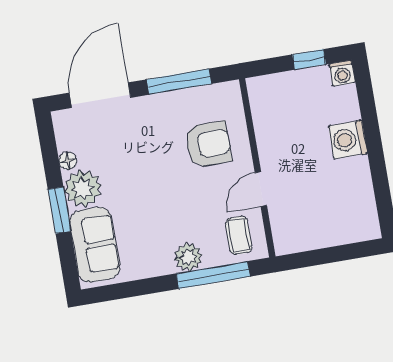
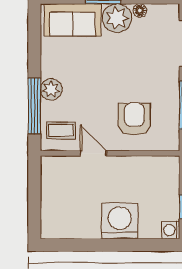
washing machine: (348, 140) -> (120, 221), width x1.37, depth x1.37
armchair: (208, 144) -> (134, 119), turned 180

